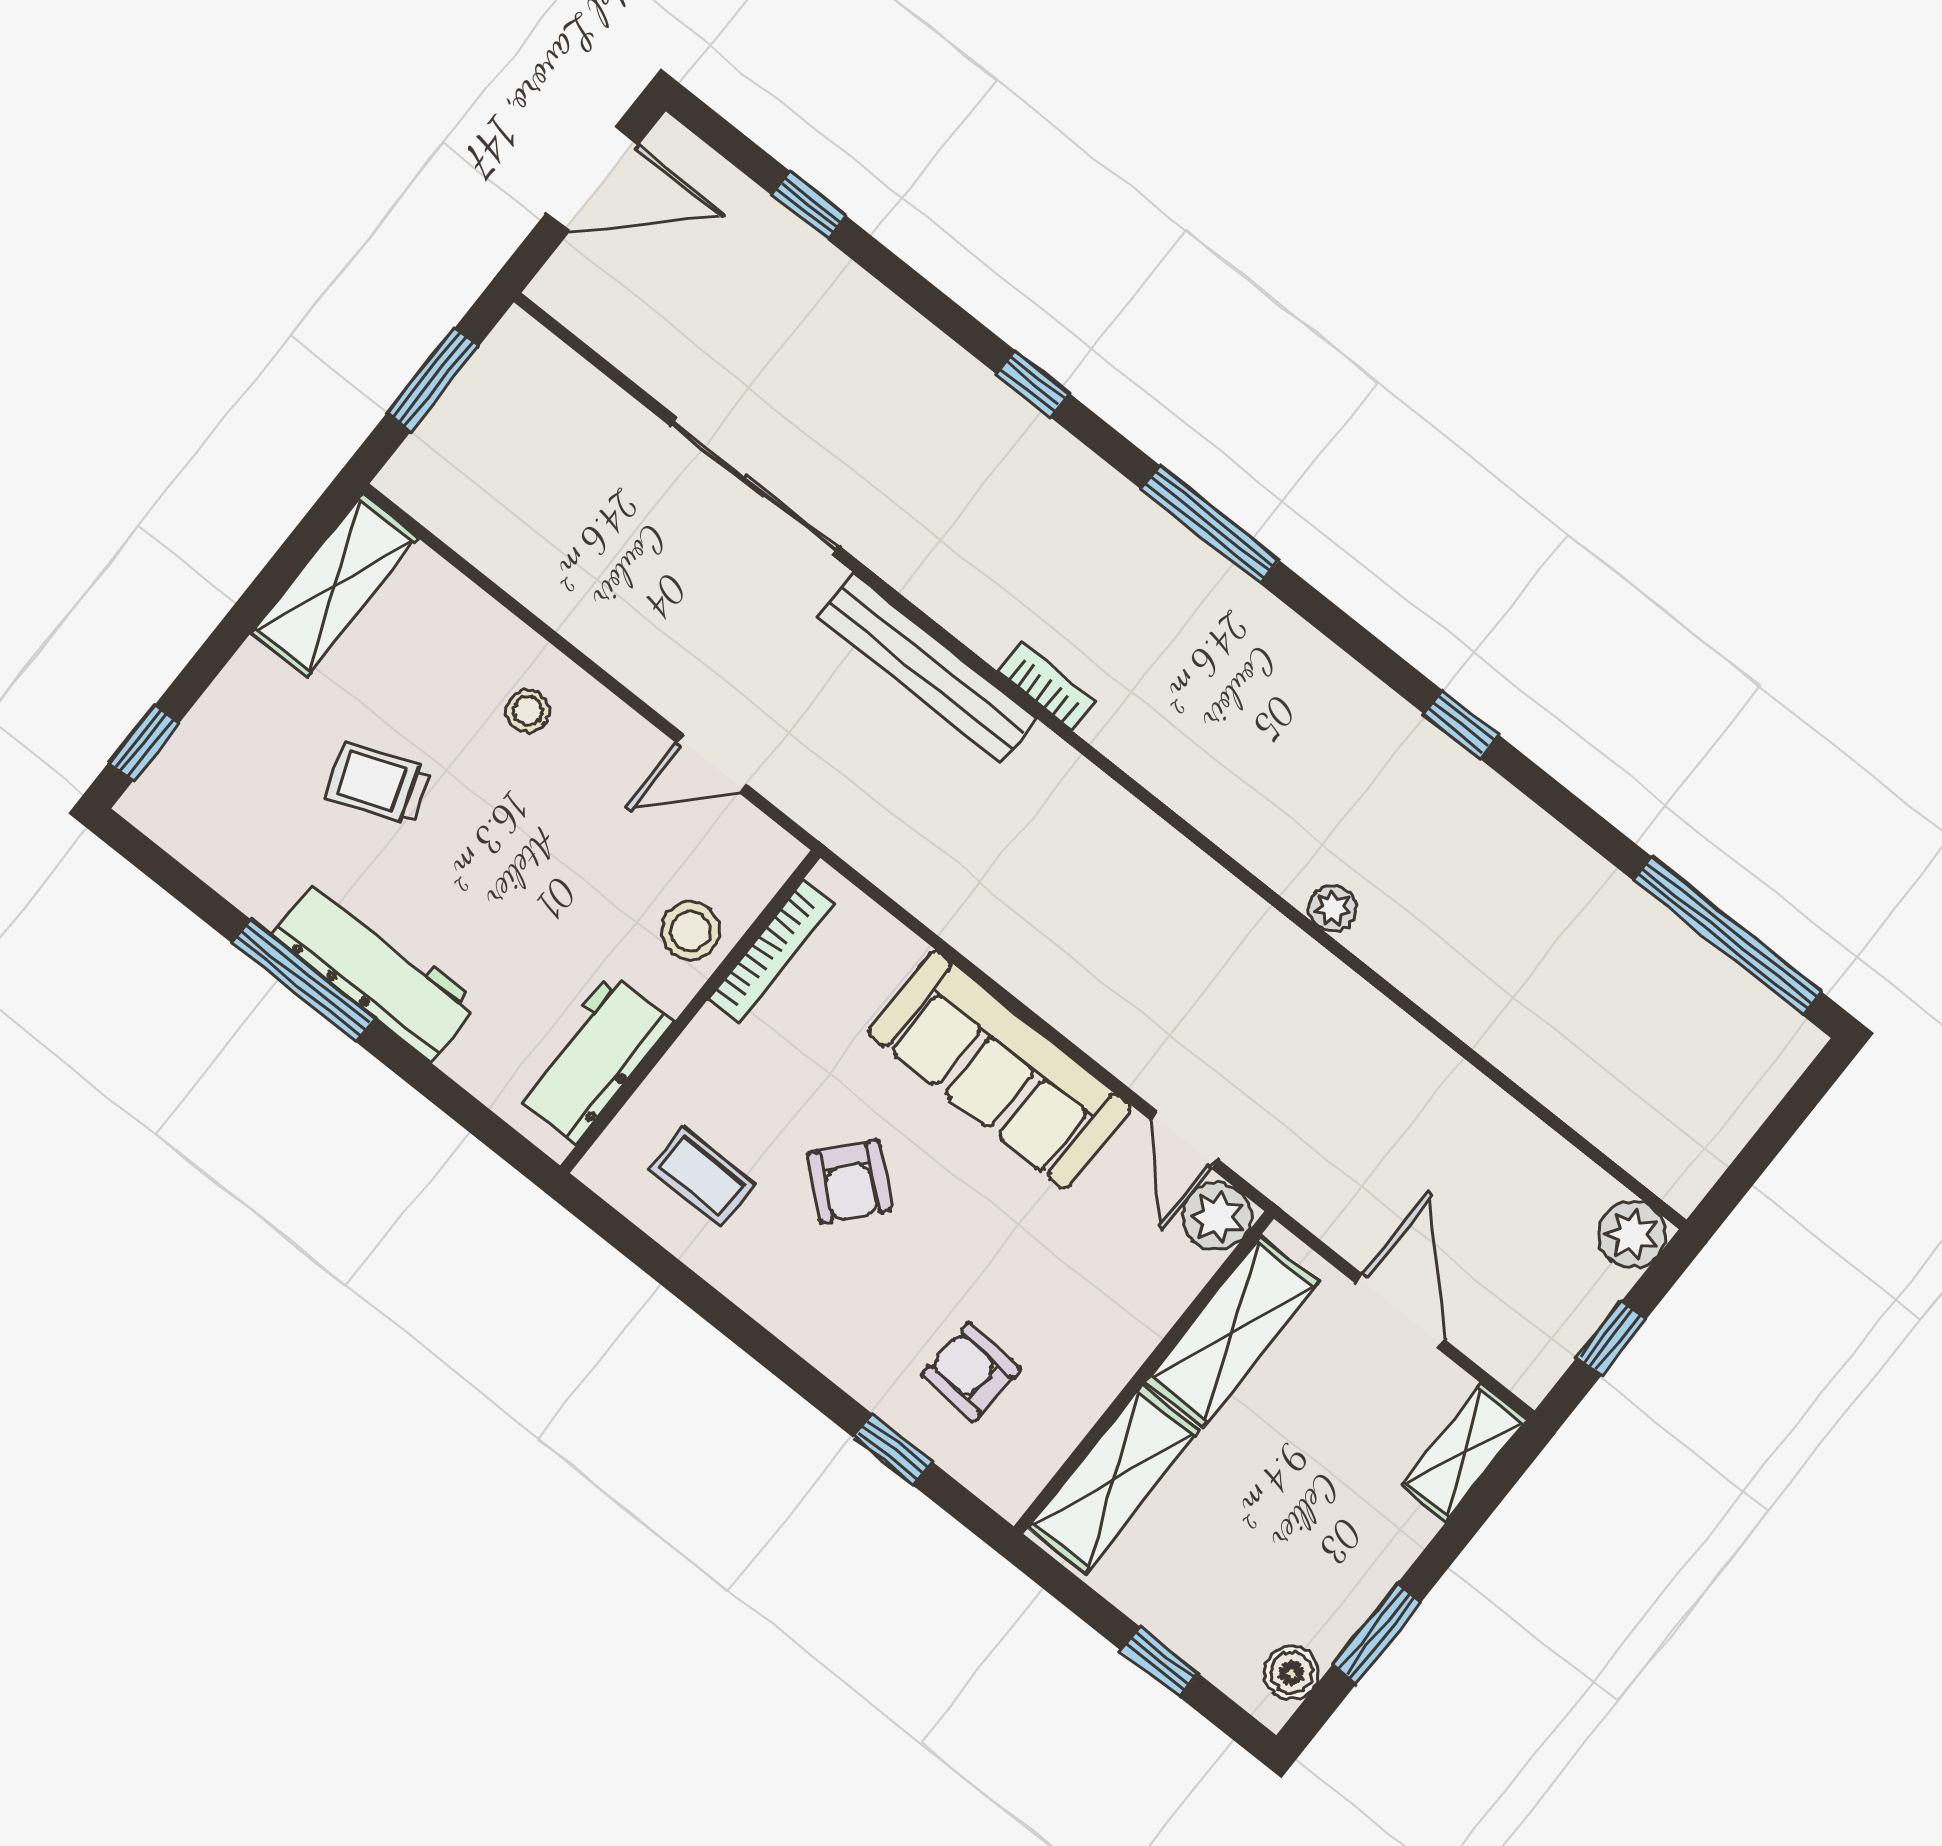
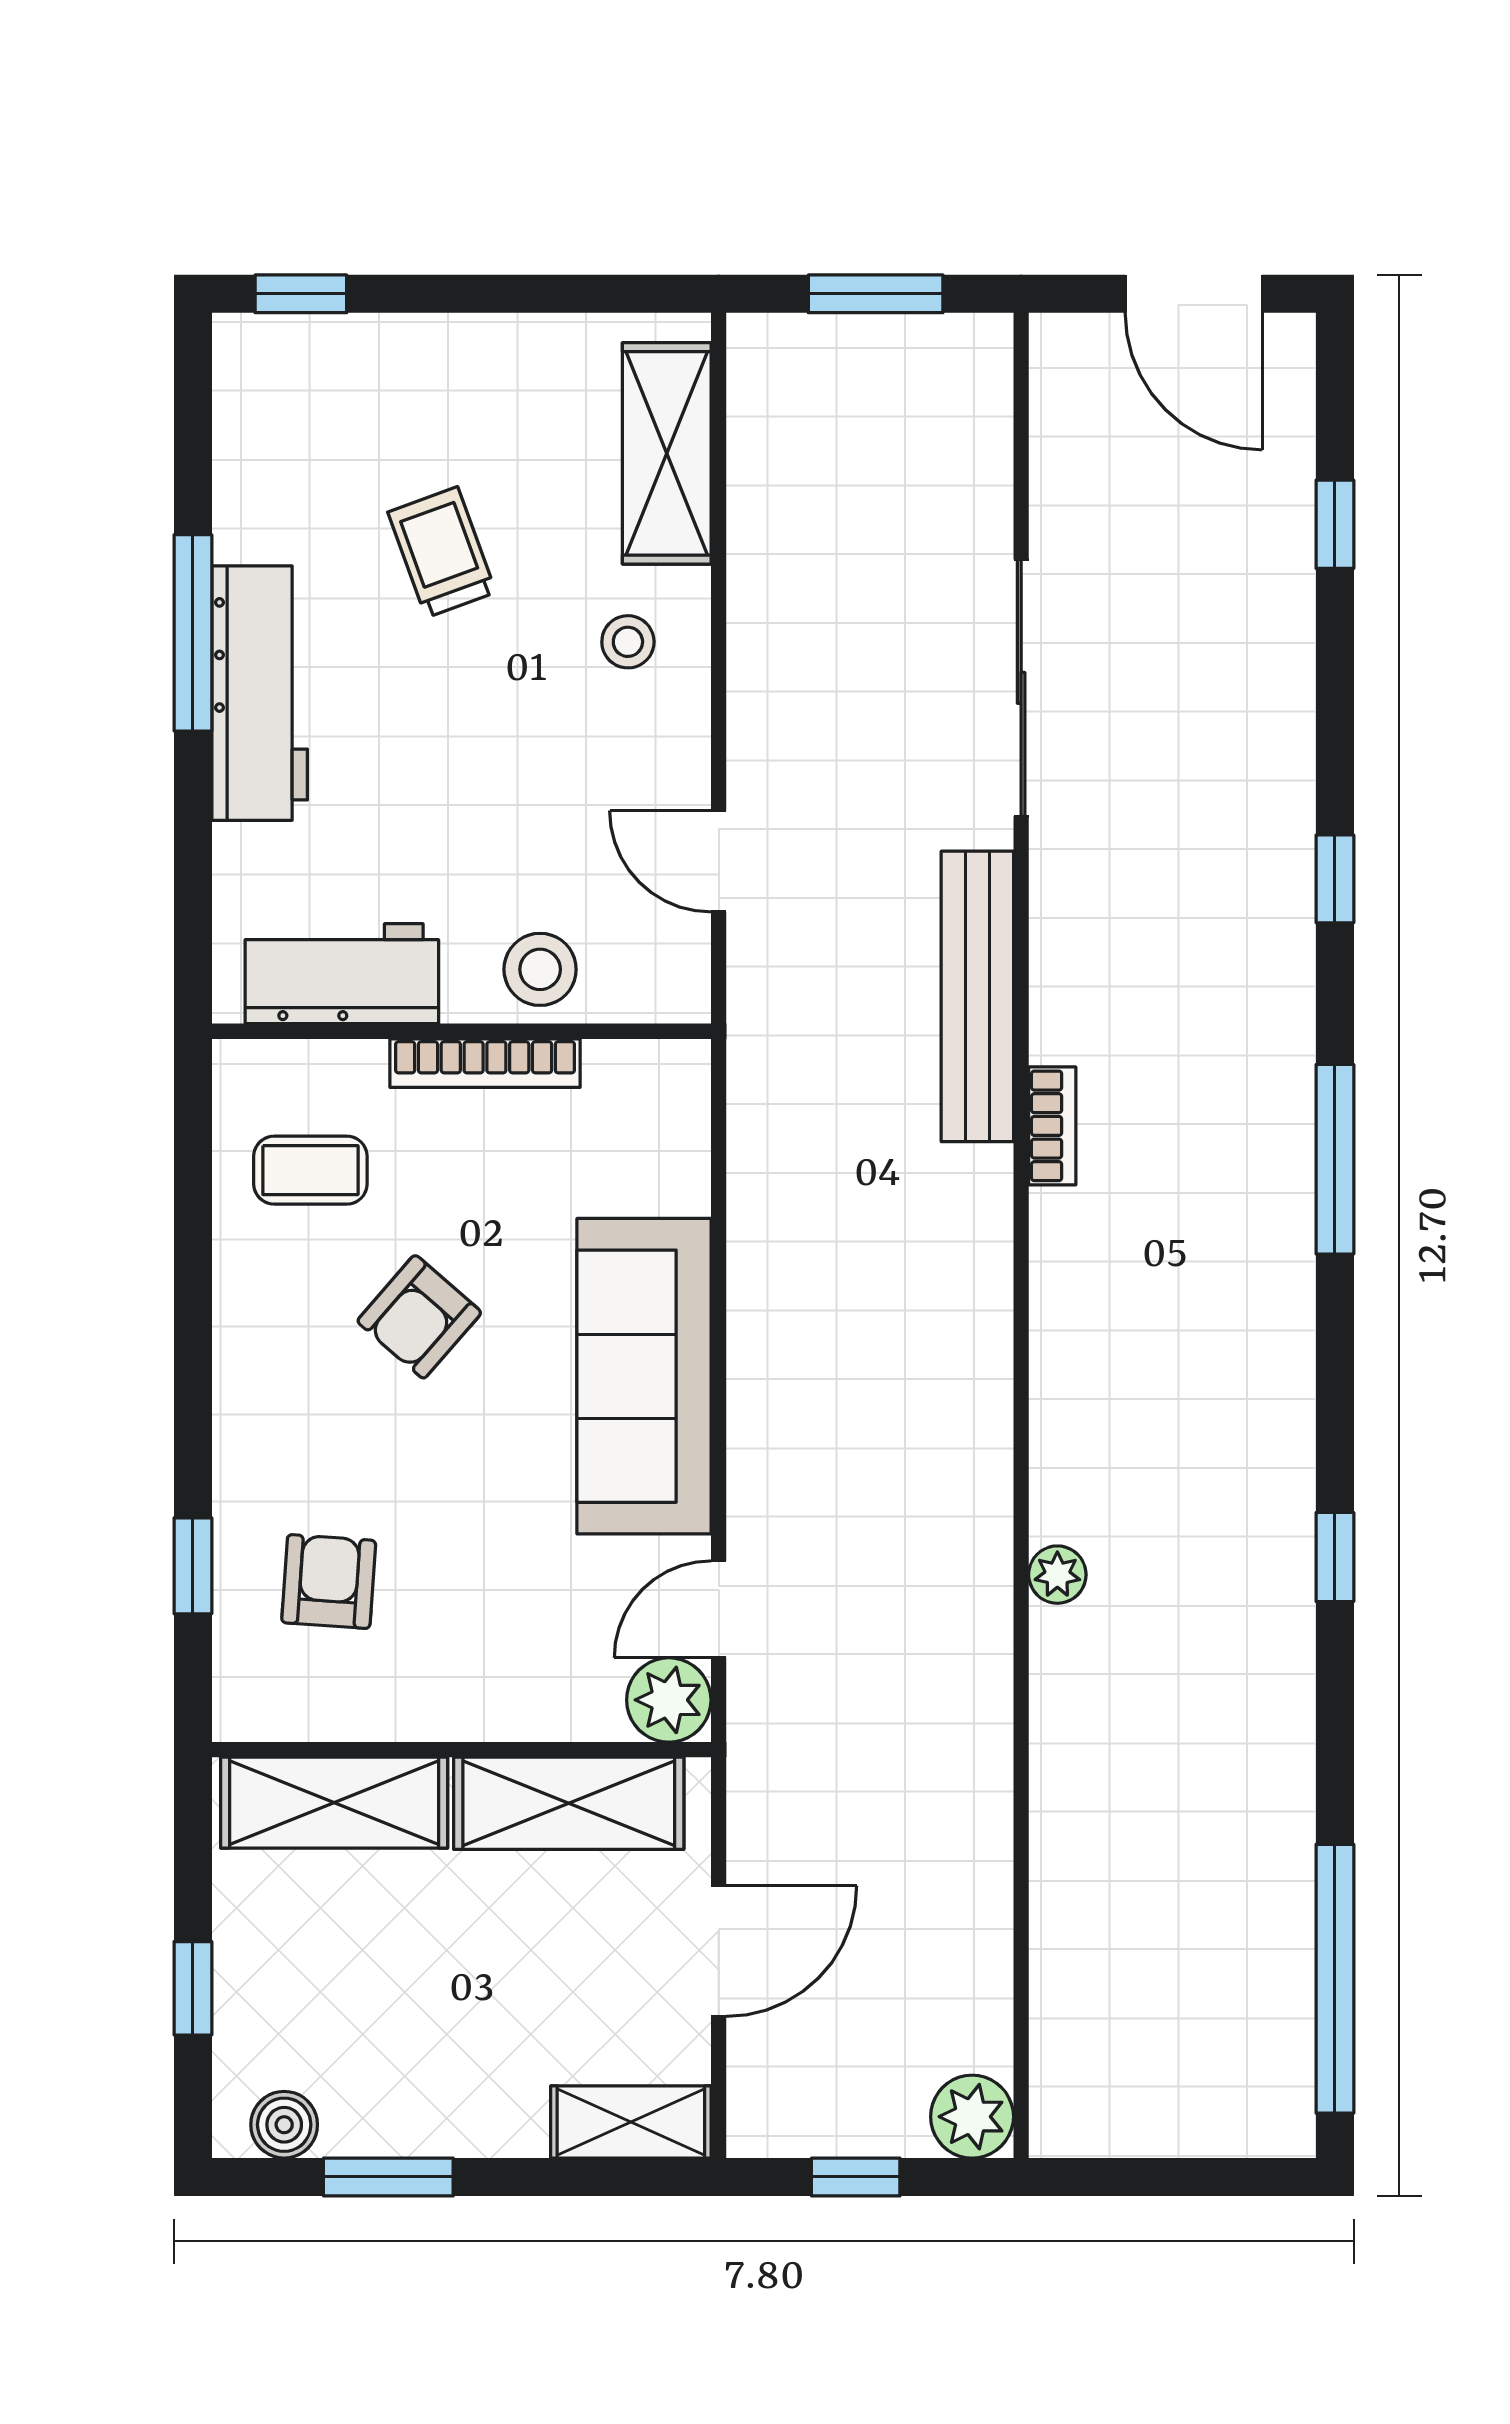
shelving: (334, 585) -> (667, 453), moved, turned 90
bookcase: (771, 951) -> (485, 1063), moved
coffee table: (702, 1177) -> (310, 1170), turned 90

